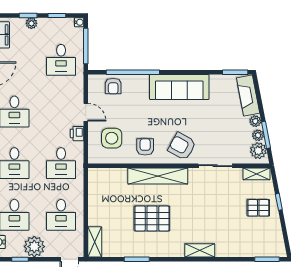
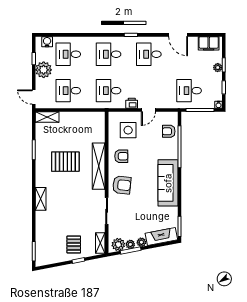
armchair: (182, 146) -> (122, 185), turned 67
pallet: (152, 219) -> (65, 162), turned 90

